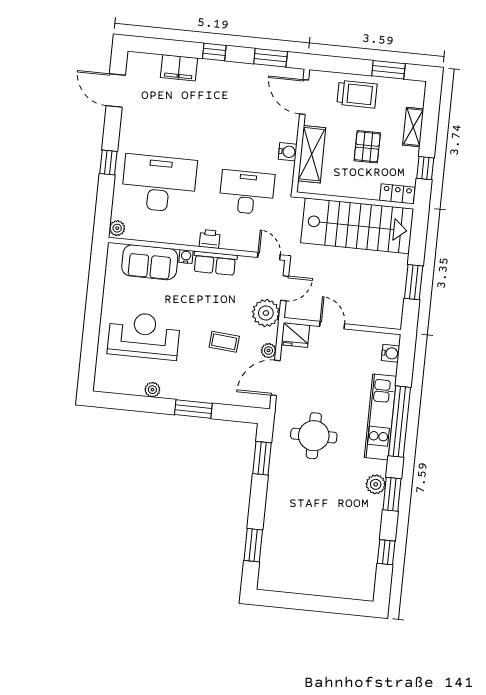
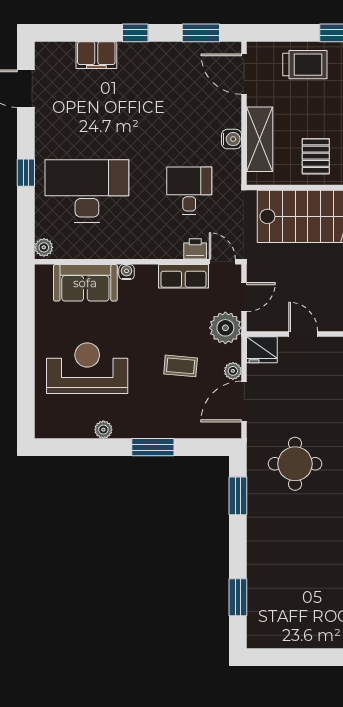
pallet: (367, 147) -> (316, 156), moved
desk: (247, 192) -> (189, 191), width x0.73
printer: (210, 239) -> (195, 249), moved
row of seats: (215, 263) -> (183, 276), moved

